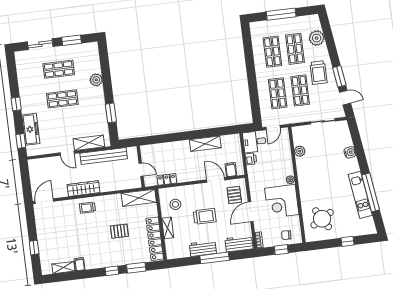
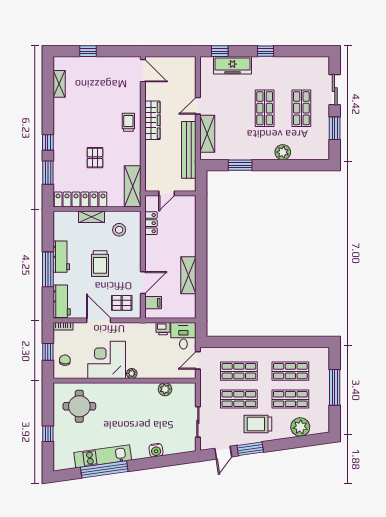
door: (273, 128) -> (198, 360), hinge flipped
round table: (322, 219) -> (79, 406), turned 31
filing cabinet: (80, 264) -> (61, 104), removed

